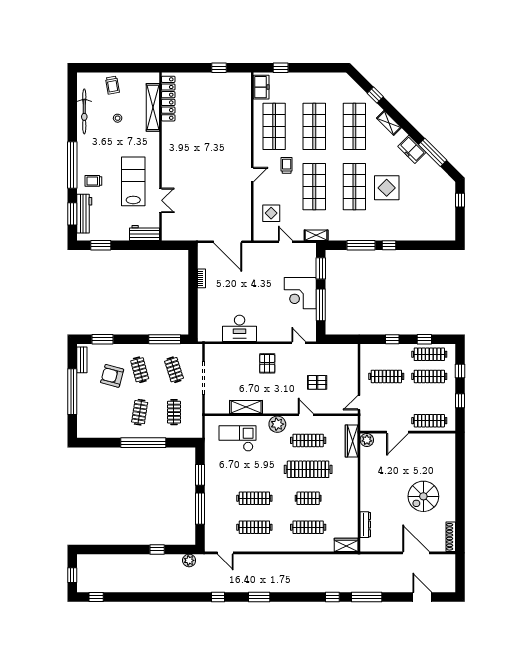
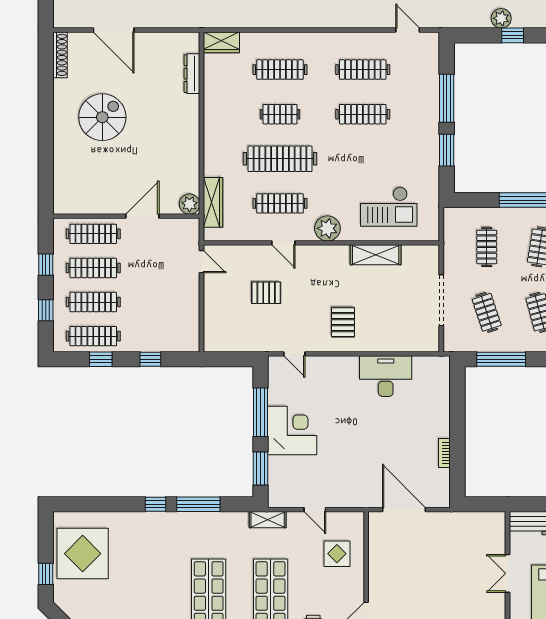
display table: (387, 188) -> (83, 554), moved, width x1.36, depth x1.36
clothes rail: (386, 376) -> (93, 268), moved
door: (359, 403) -> (202, 262), hinge flipped
plant: (189, 560) -> (501, 18), moved

